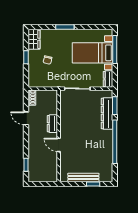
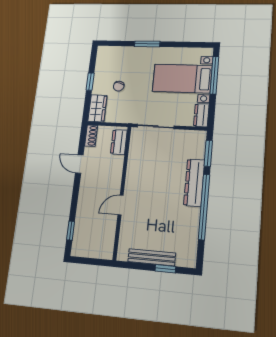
wardrobe: (34, 39) -> (97, 108), moved
dresser: (107, 114) -> (194, 183), moved
dresser: (52, 124) -> (119, 142), moved
door: (59, 145) -> (121, 205), hinge flipped

